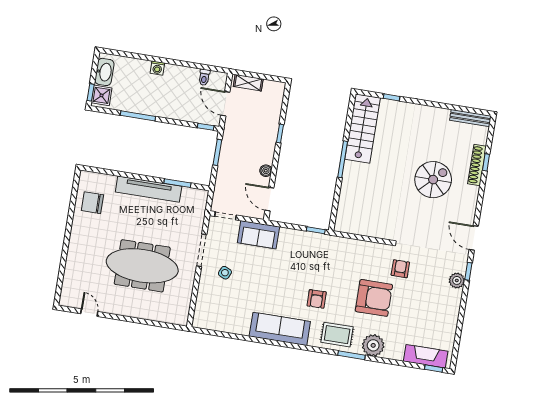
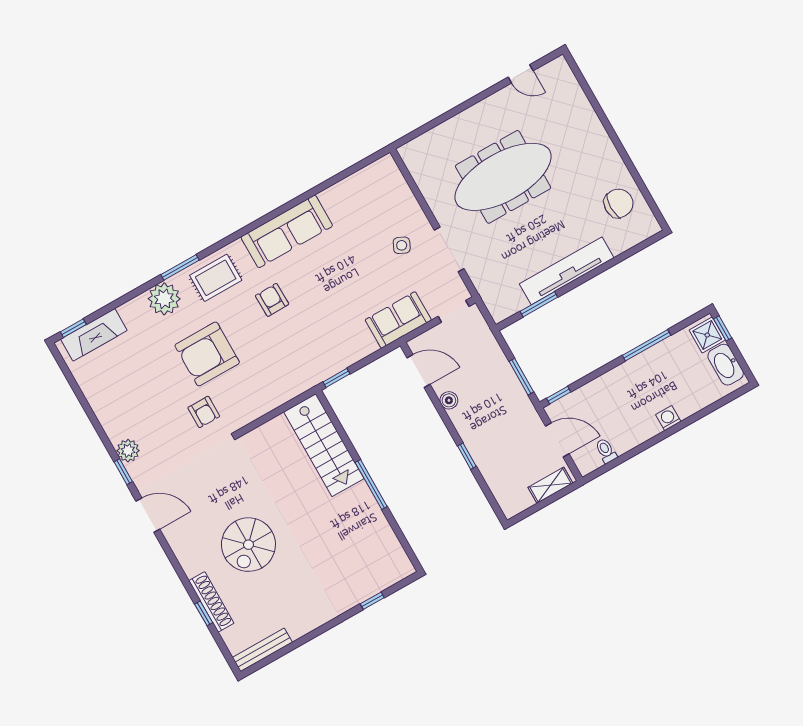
stairs: (363, 129) -> (324, 445), moved

